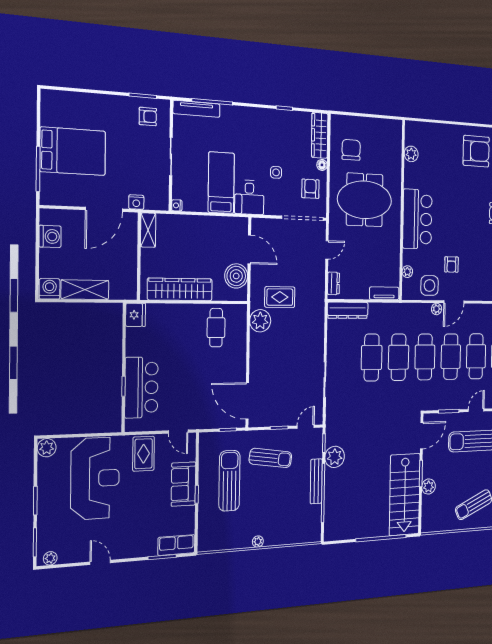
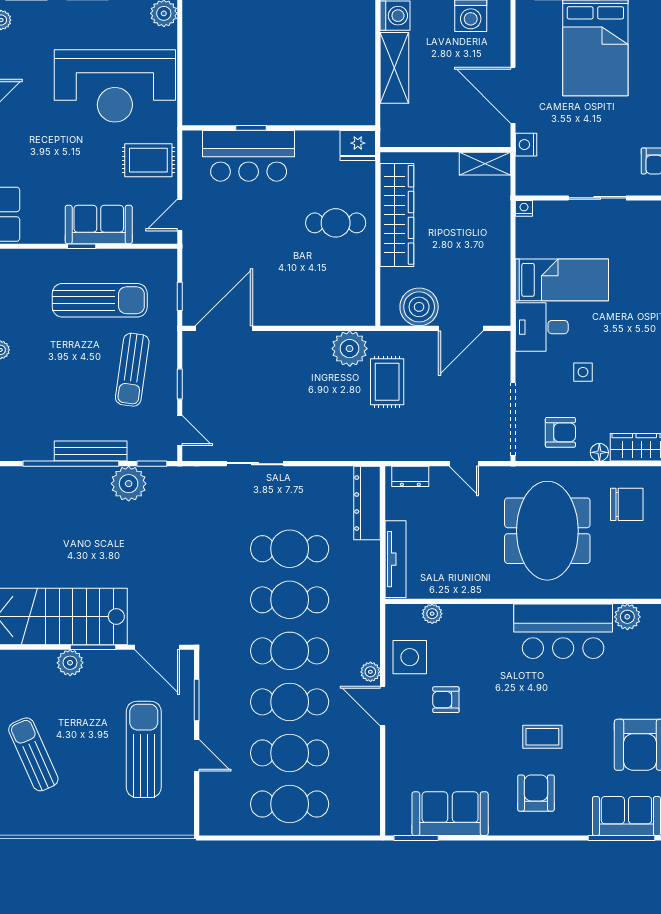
coffee table: (471, 208) -> (542, 737), added
bar counter: (417, 219) -> (563, 631), moved
tv unit: (384, 293) -> (395, 559), width x1.41
cafe table: (216, 328) -> (336, 223), moved

